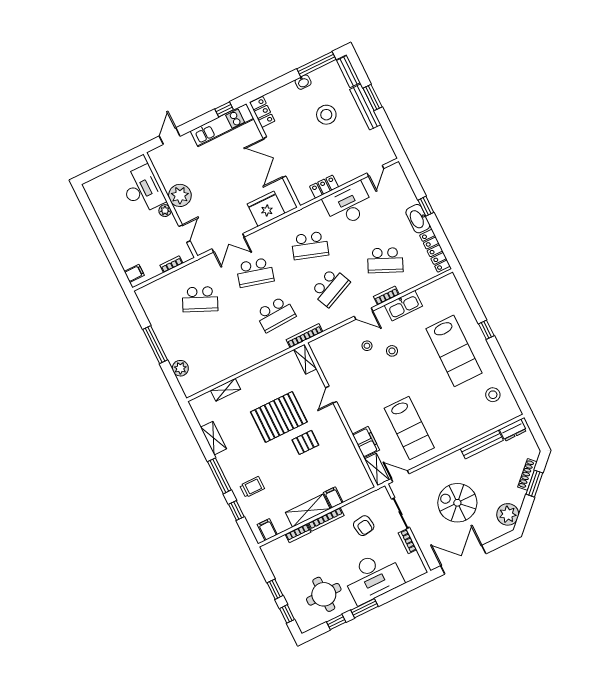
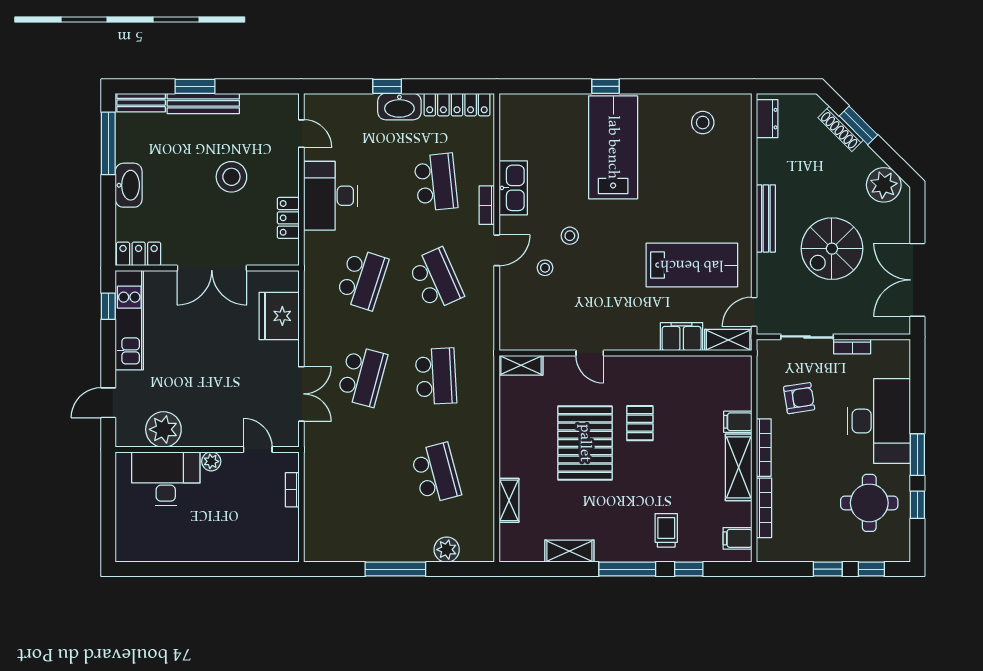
washbasin: (303, 82) -> (129, 185), width x1.91, depth x1.45
stool: (326, 115) -> (231, 177), moved
door: (170, 136) -> (108, 403), hinge flipped
plant: (180, 195) -> (163, 429), moved
school desk: (385, 260) -> (436, 182), turned -30
filing cabinet: (134, 273) -> (279, 549), removed
school desk: (200, 299) -> (436, 473), moved, turned -39
bookcase: (304, 336) -> (487, 350), removed
lab bench: (454, 351) -> (613, 147), turned -90
bench: (482, 444) -> (766, 218), moved
bookcase: (298, 533) -> (764, 508), width x1.56

